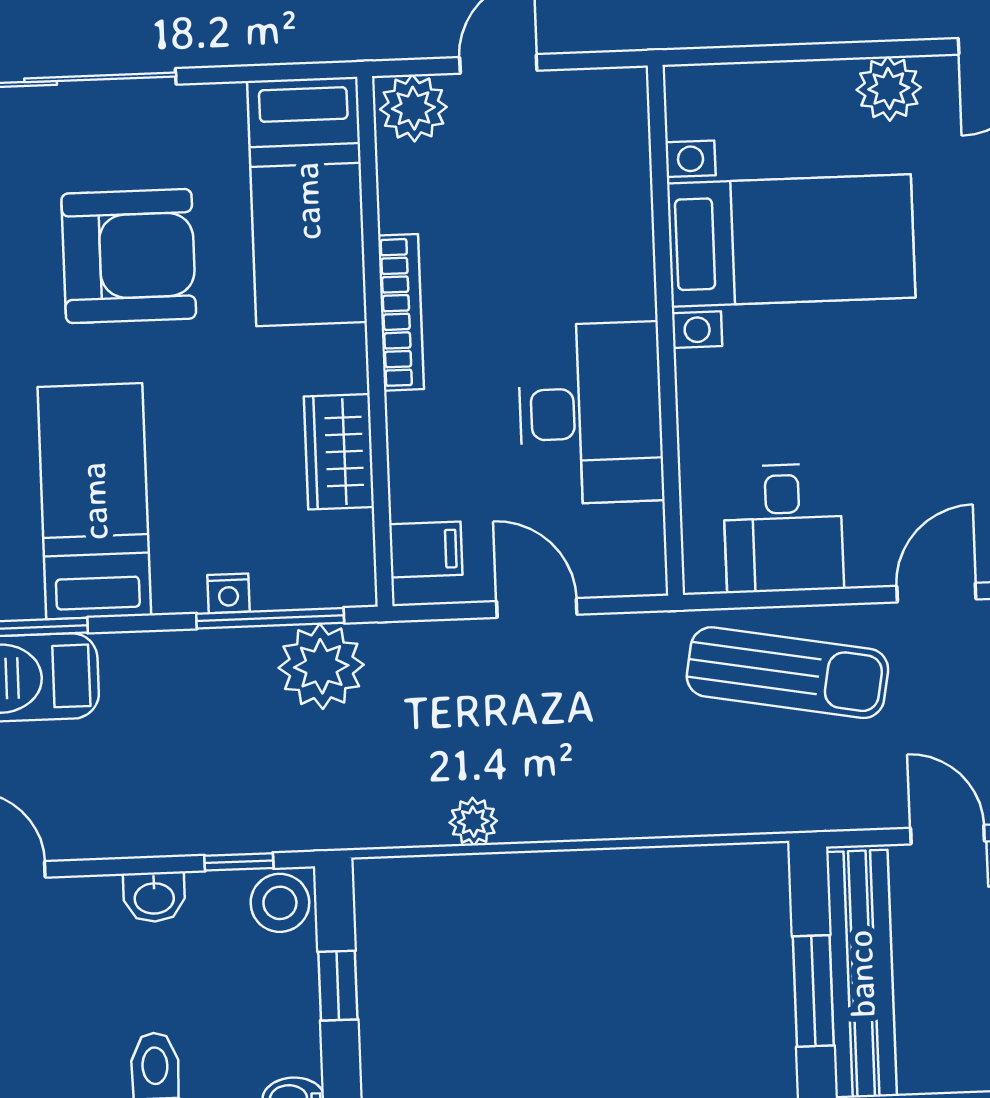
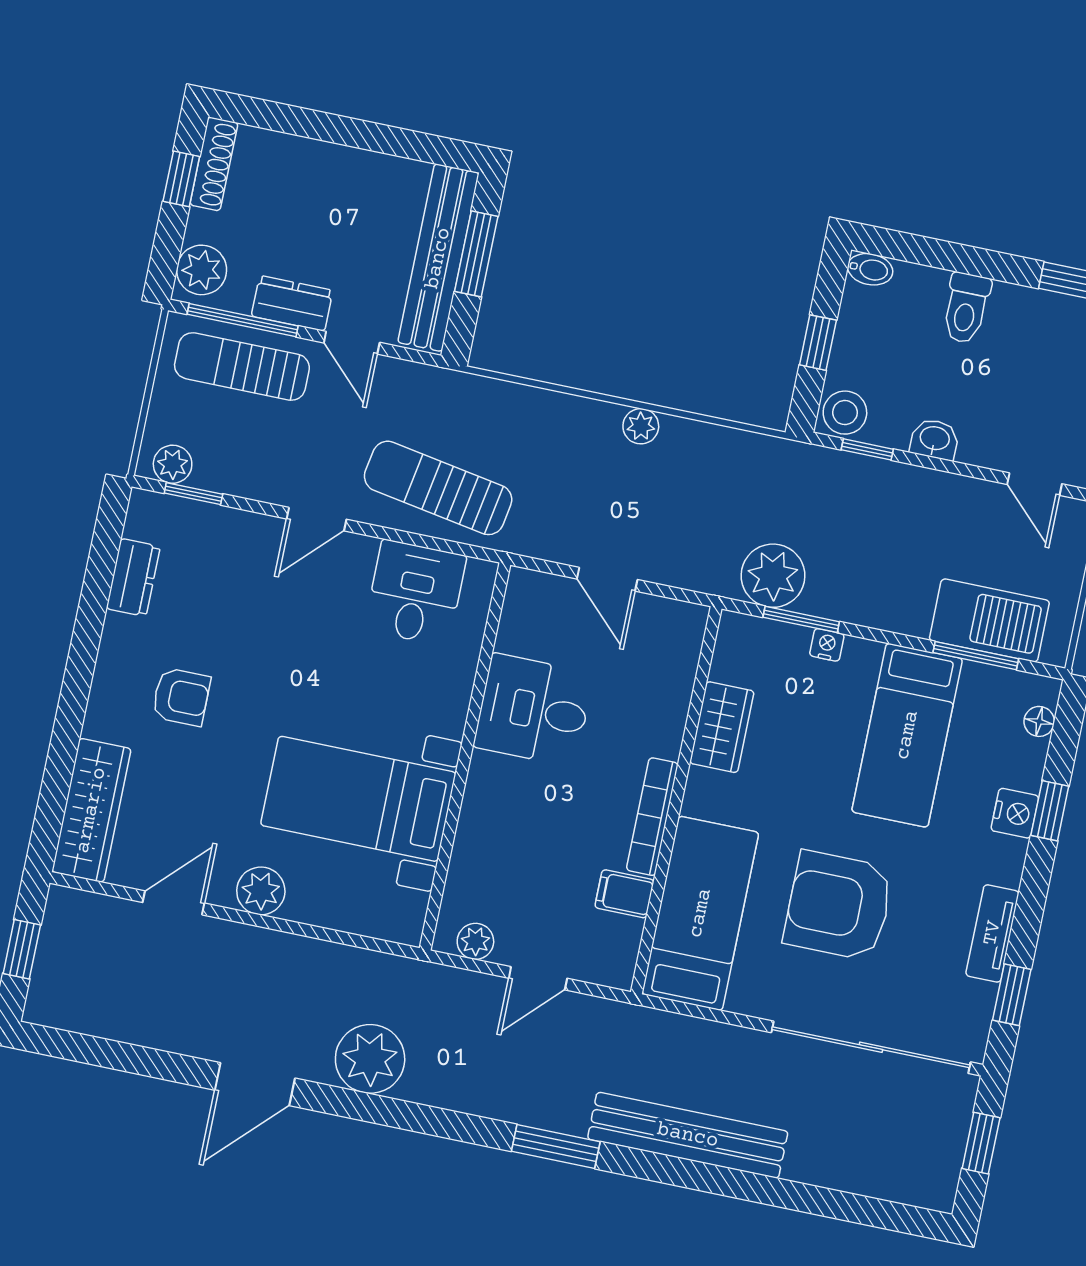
plant: (413, 108) -> (475, 941), moved, width x0.73, depth x0.73
desk: (591, 413) -> (534, 710), width x0.73
filing cabinet: (426, 550) -> (624, 894), moved
window: (270, 618) -> (801, 619), width x0.69
plant: (473, 822) -> (641, 426), moved

